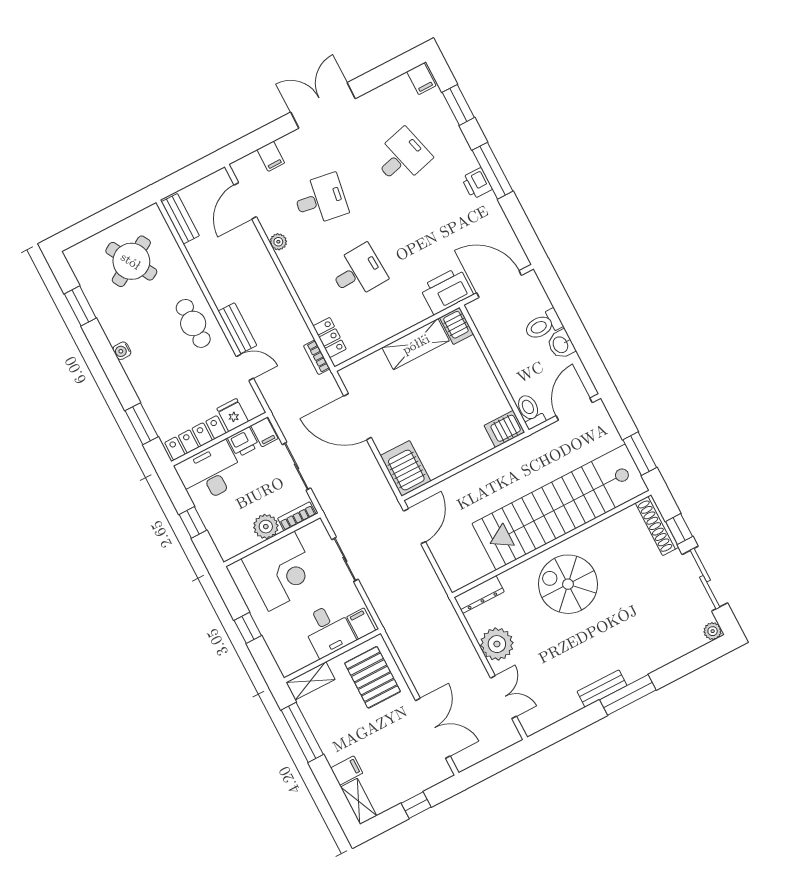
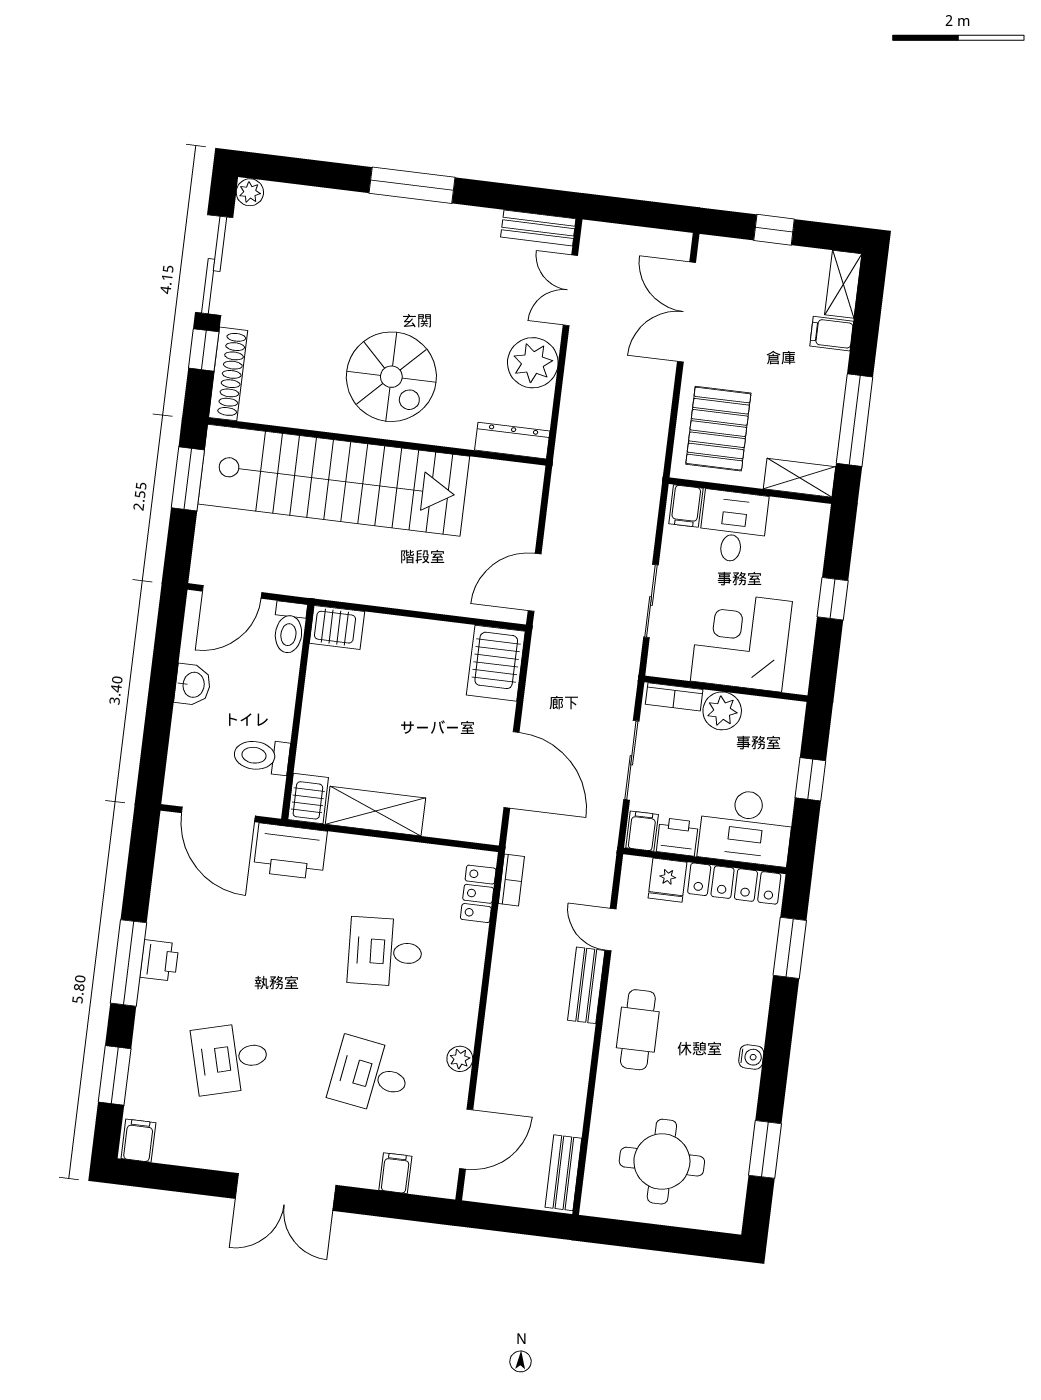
round table: (131, 261) -> (662, 1162), turned 30
toilet: (543, 325) -> (262, 756), moved, turned 180
bench: (602, 689) -> (538, 228), moved

